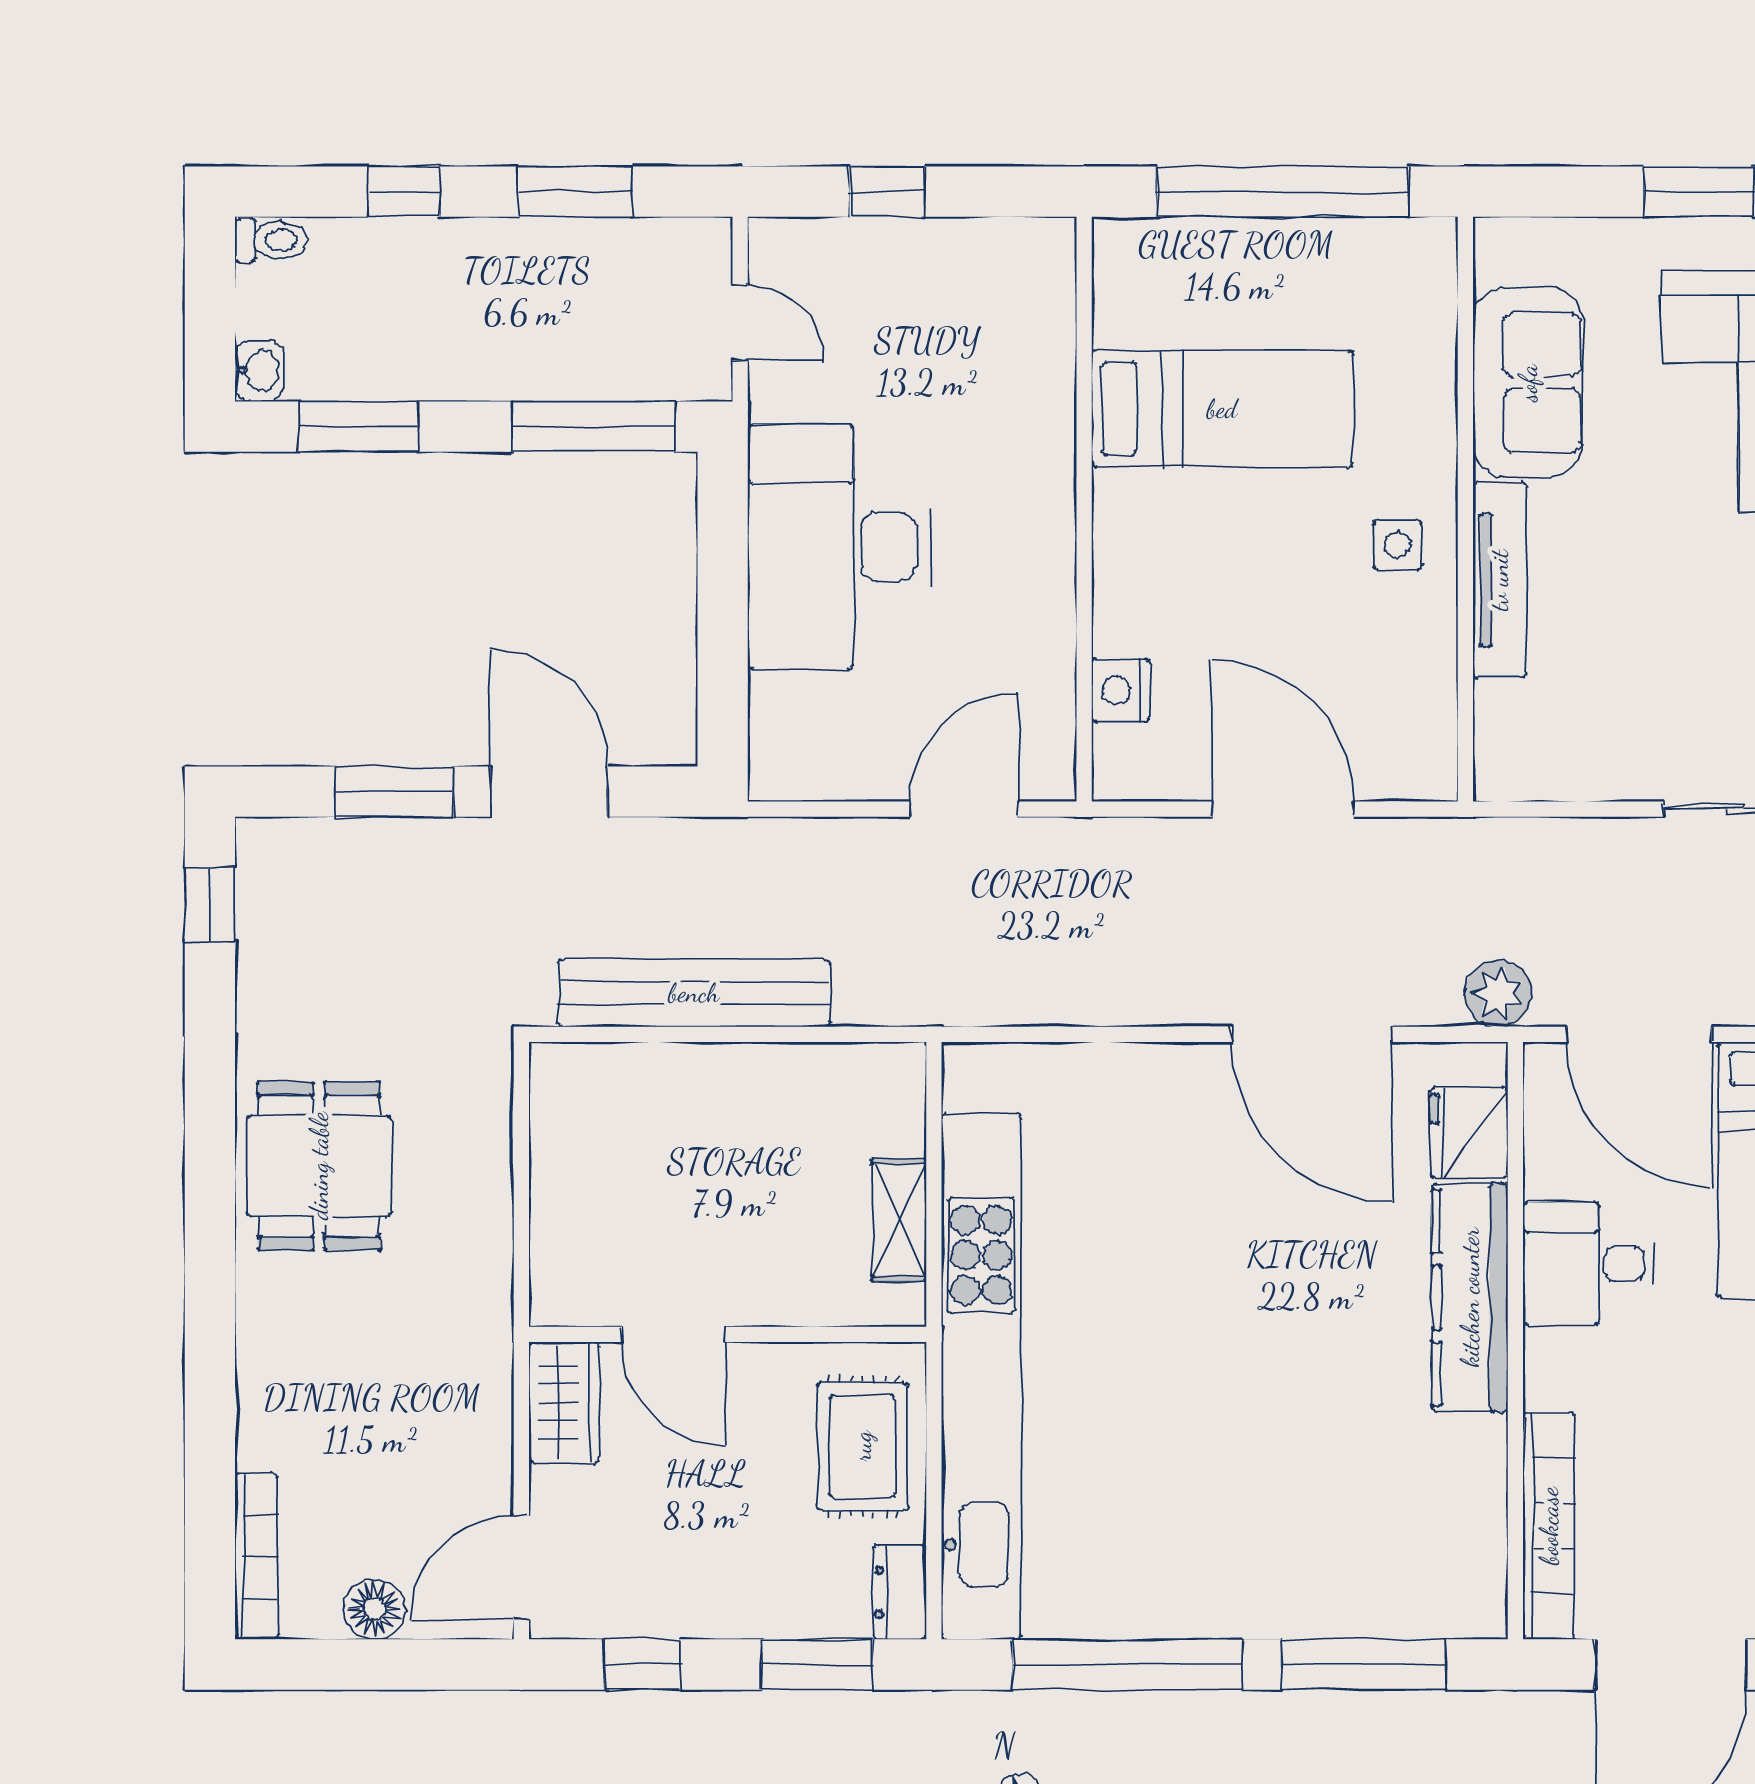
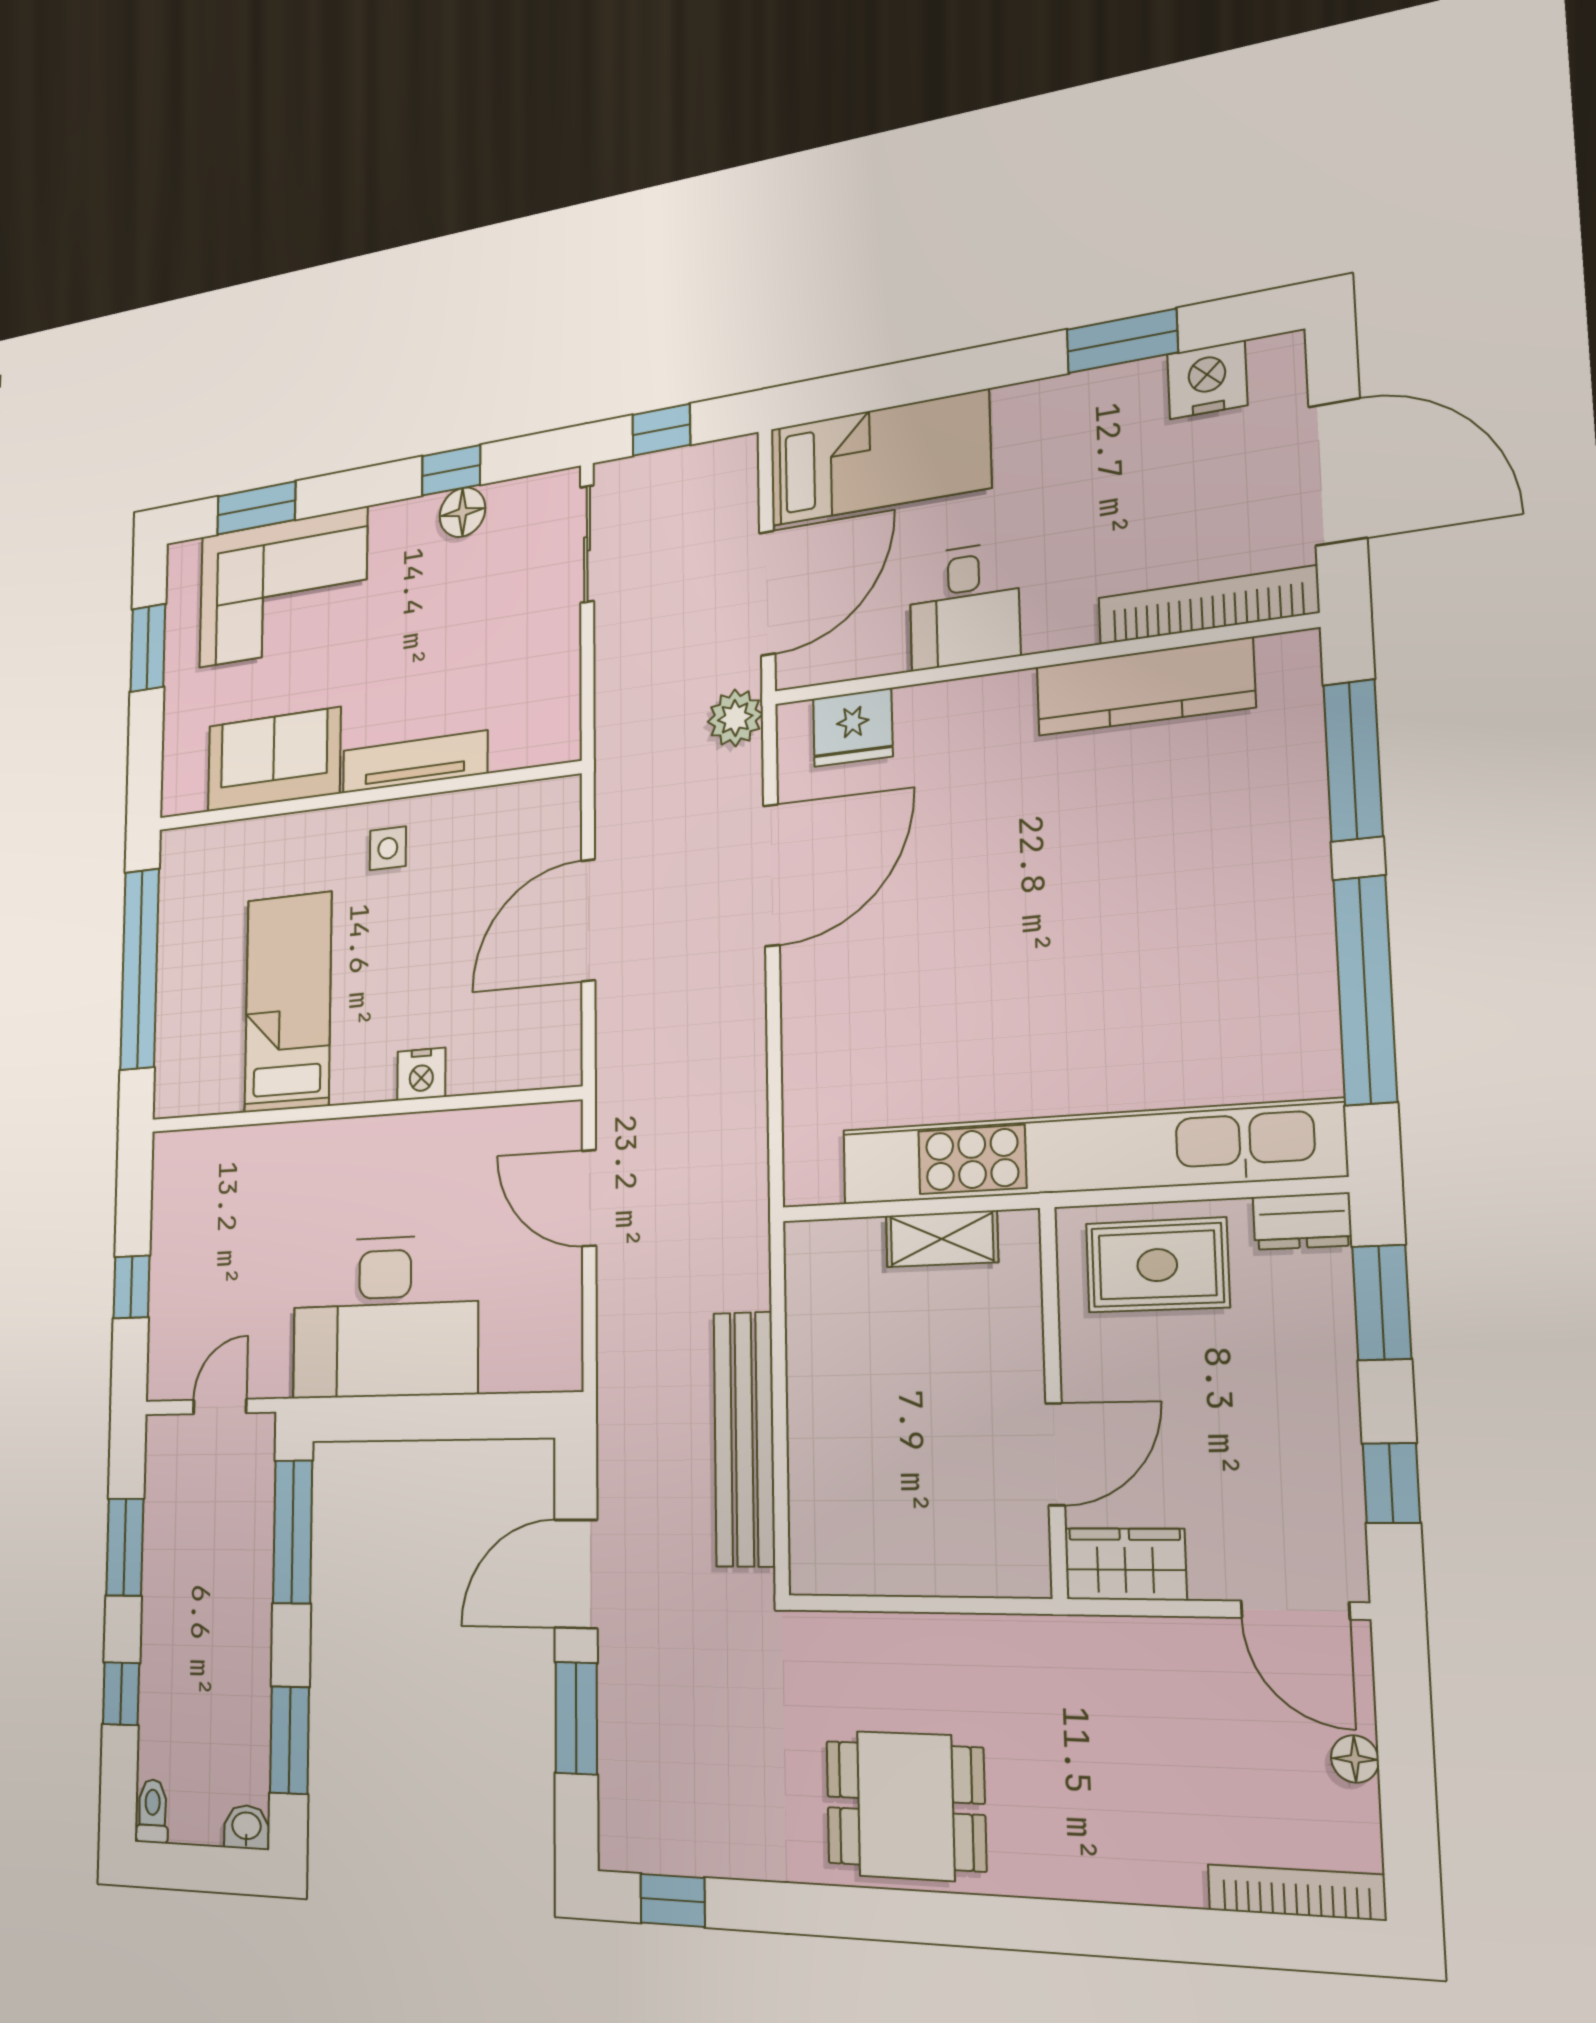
nightstand: (1121, 690) -> (421, 1074), moved
kitchen counter: (1470, 1297) -> (1145, 687), moved
floor lamp: (374, 1609) -> (1355, 1759), width x0.73, depth x0.73

